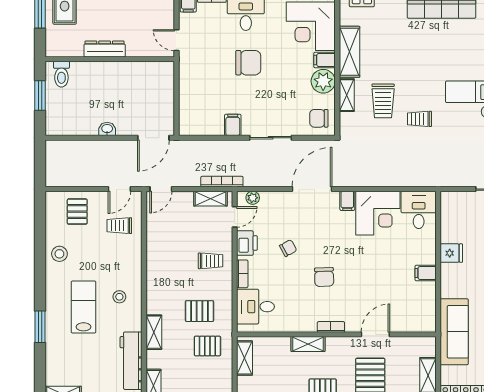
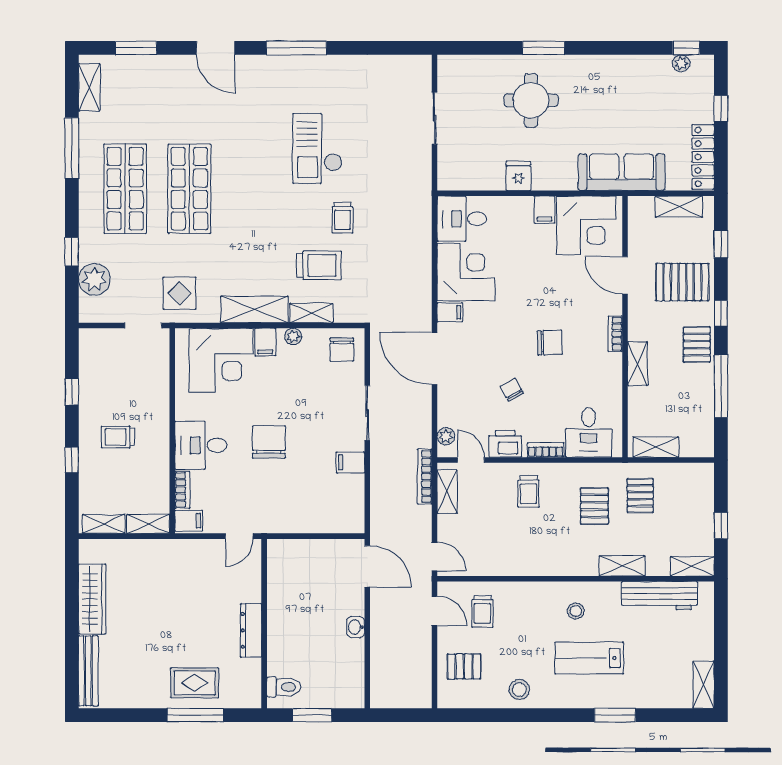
plant: (323, 81) -> (293, 337), width x0.53, depth x0.53
trolley: (211, 261) -> (529, 492), turned 180
corner desk: (414, 305) -> (586, 225), added

